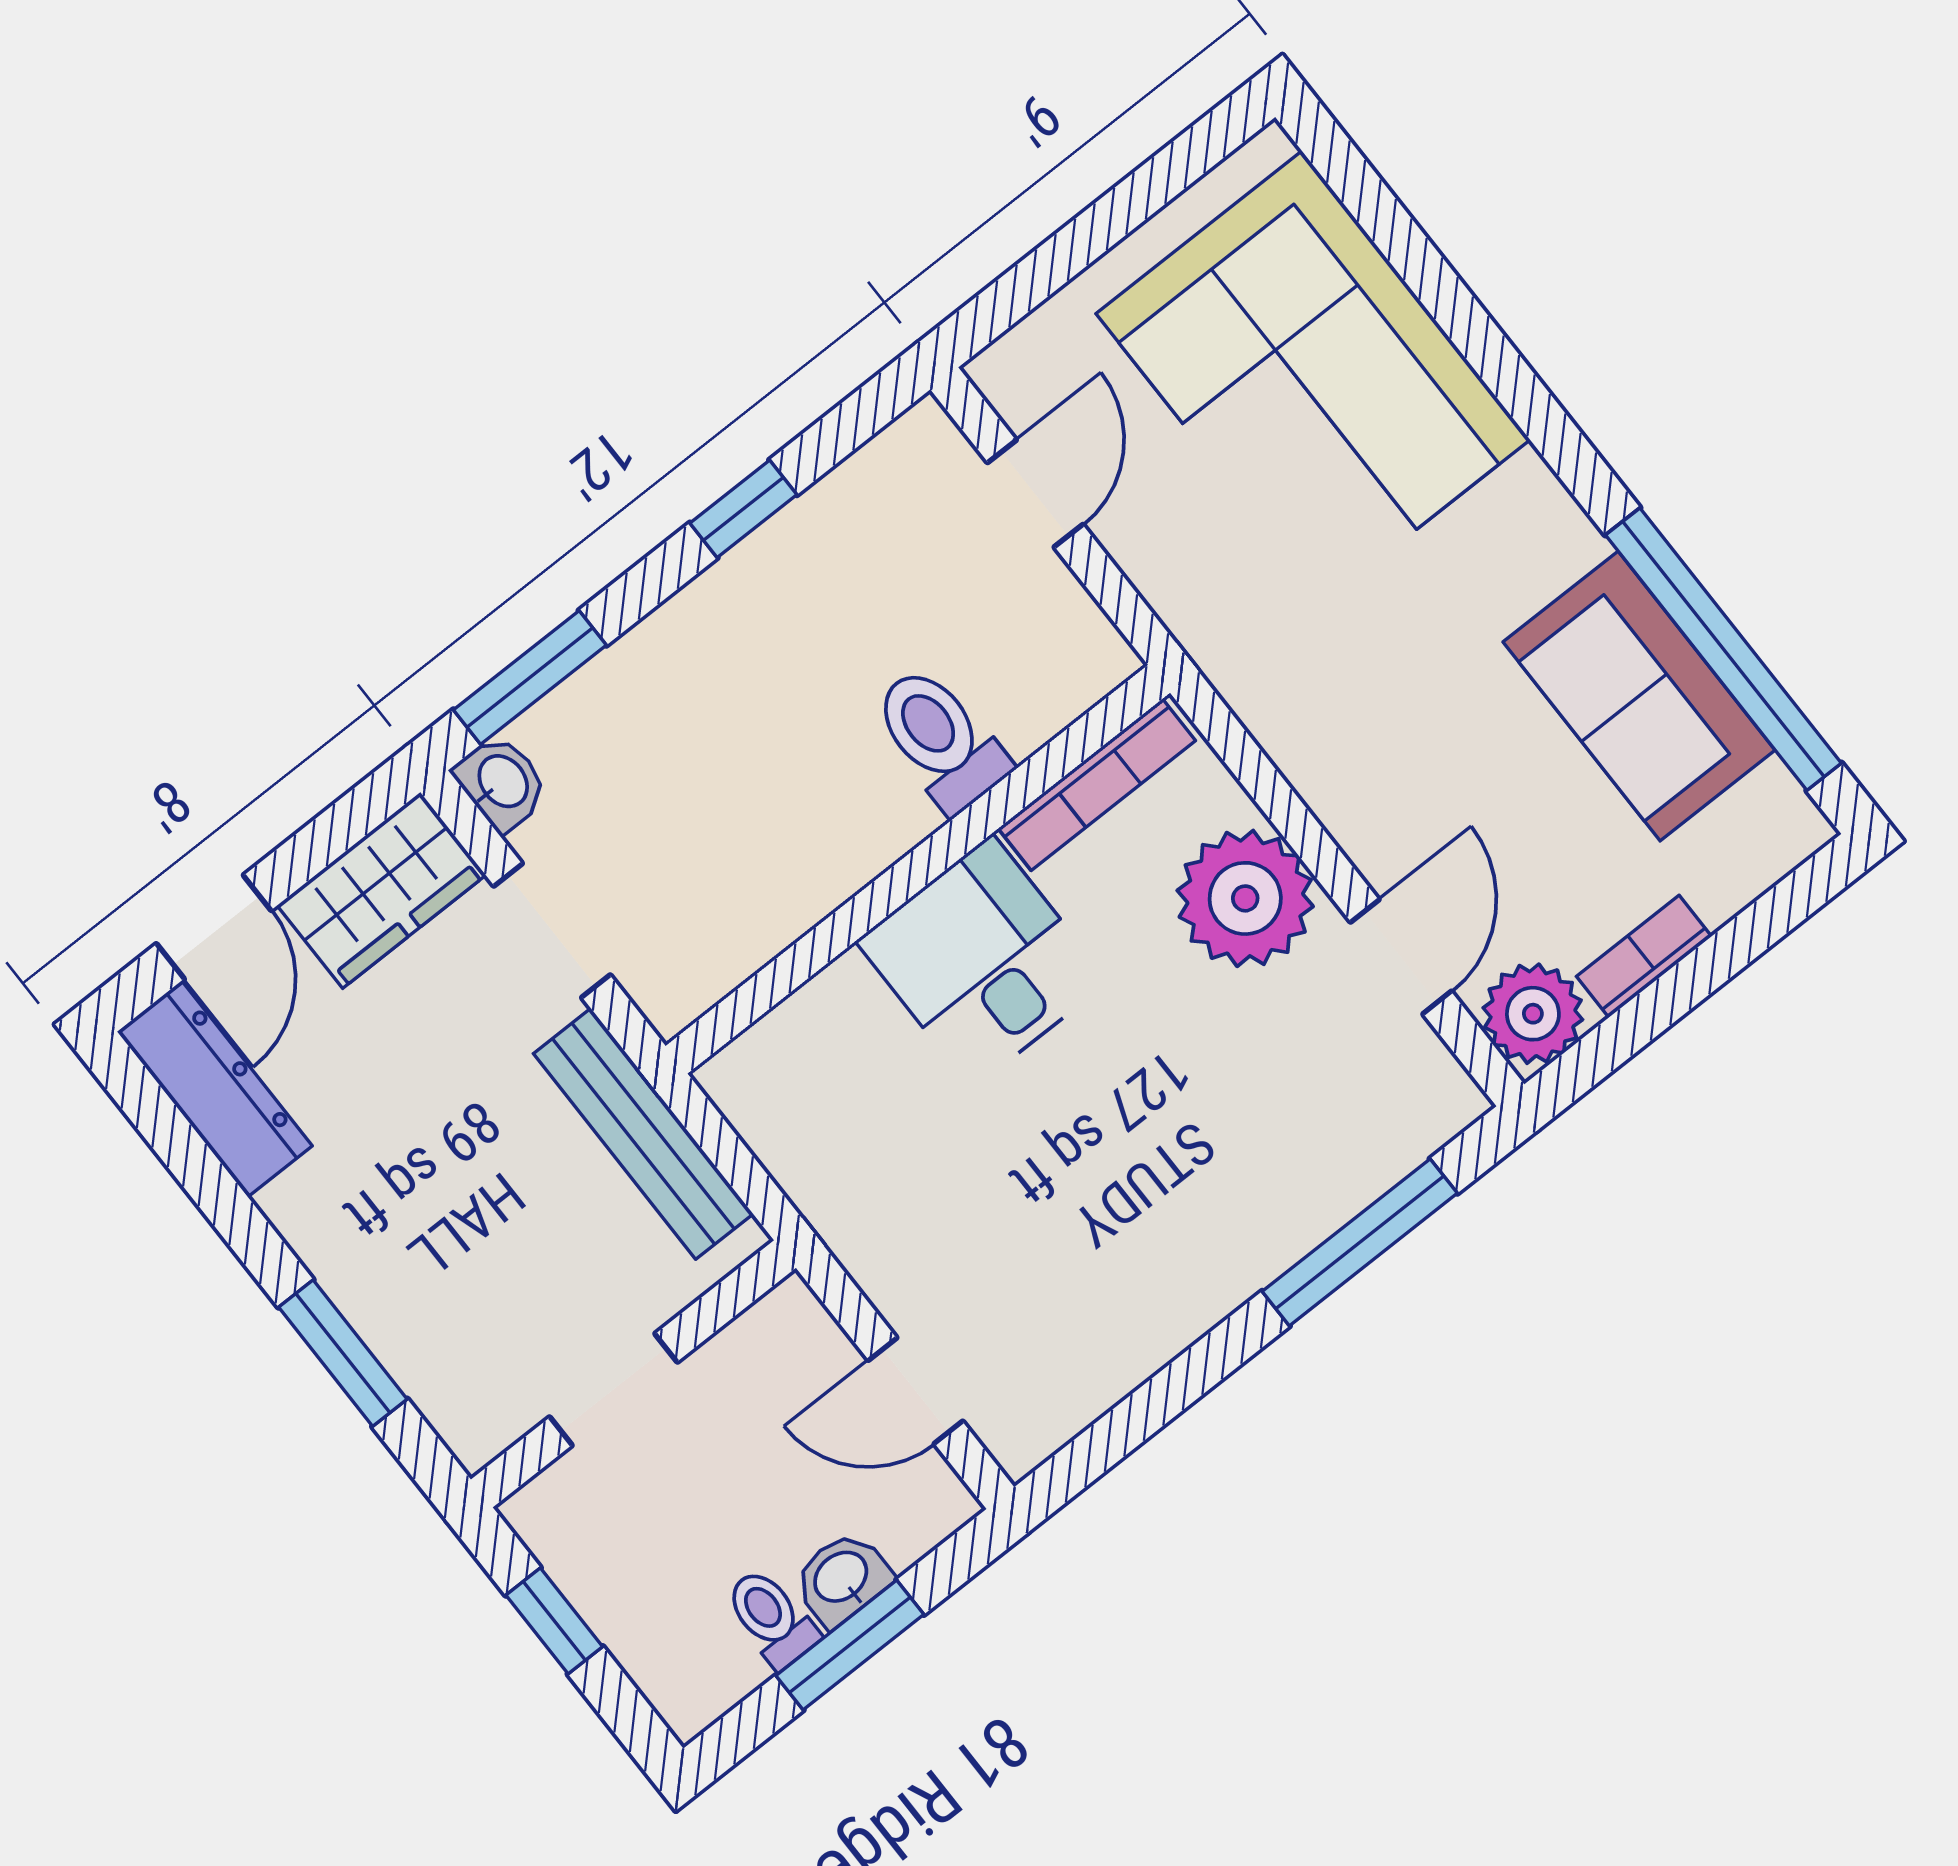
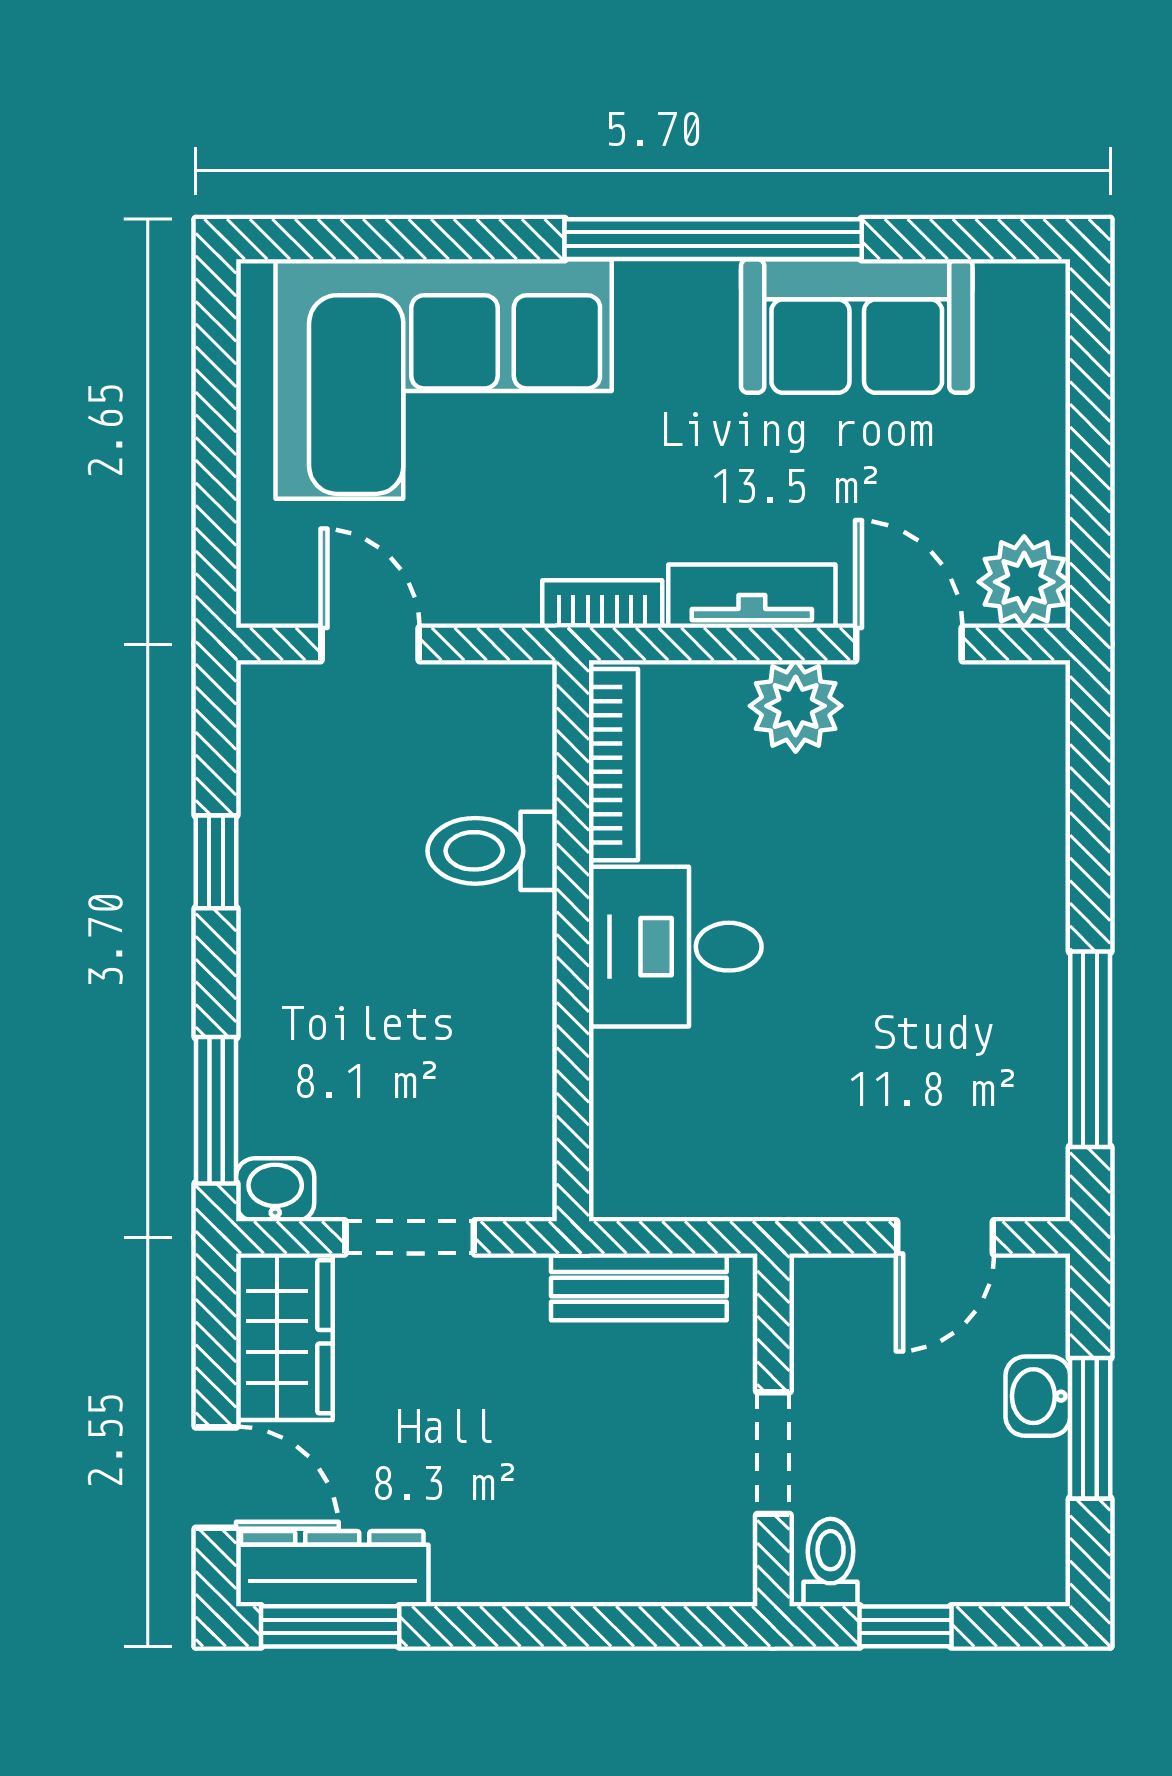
window: (1723, 649) -> (713, 239), moved
tv unit: (1336, 789) -> (752, 596), added
plant: (1245, 898) -> (796, 706), width x0.73, depth x0.73
bookcase: (1644, 956) -> (602, 604), moved, turned 90
bench: (643, 1134) -> (639, 1287), width x0.73
window: (1360, 1242) -> (1090, 1049), moved
window: (343, 1353) -> (330, 1626), moved
toilet: (771, 1618) -> (831, 1562), moved, turned 90

